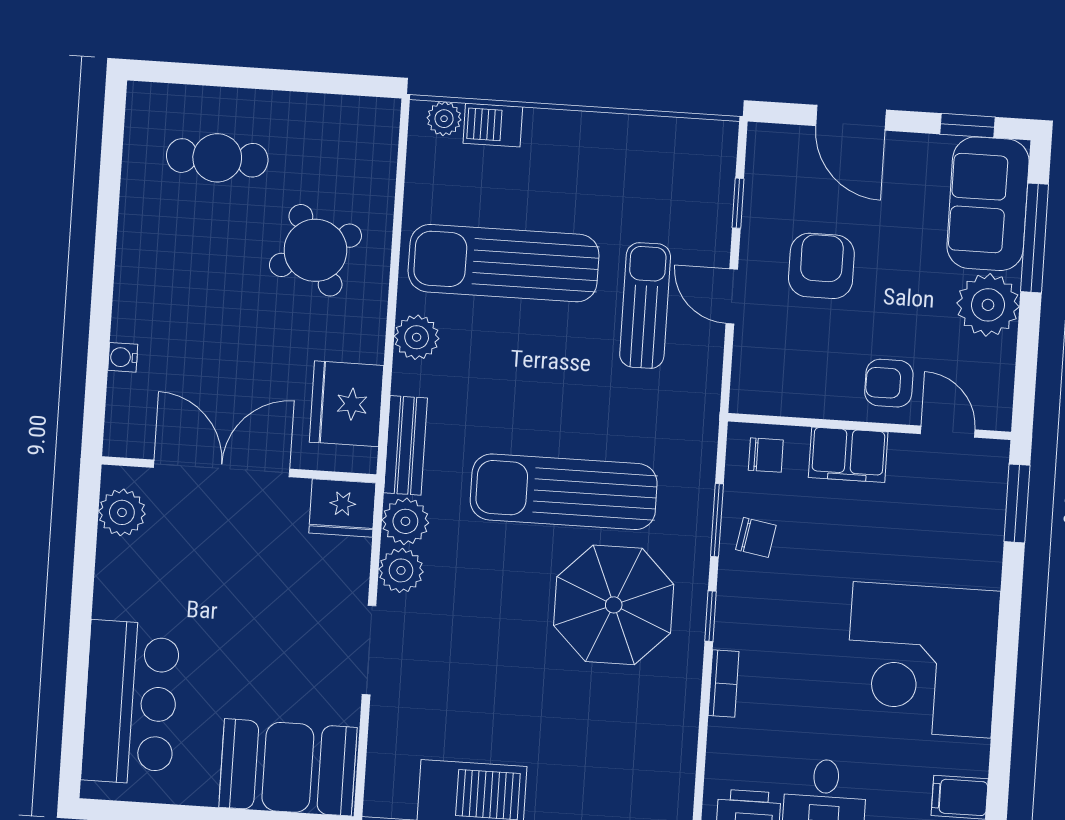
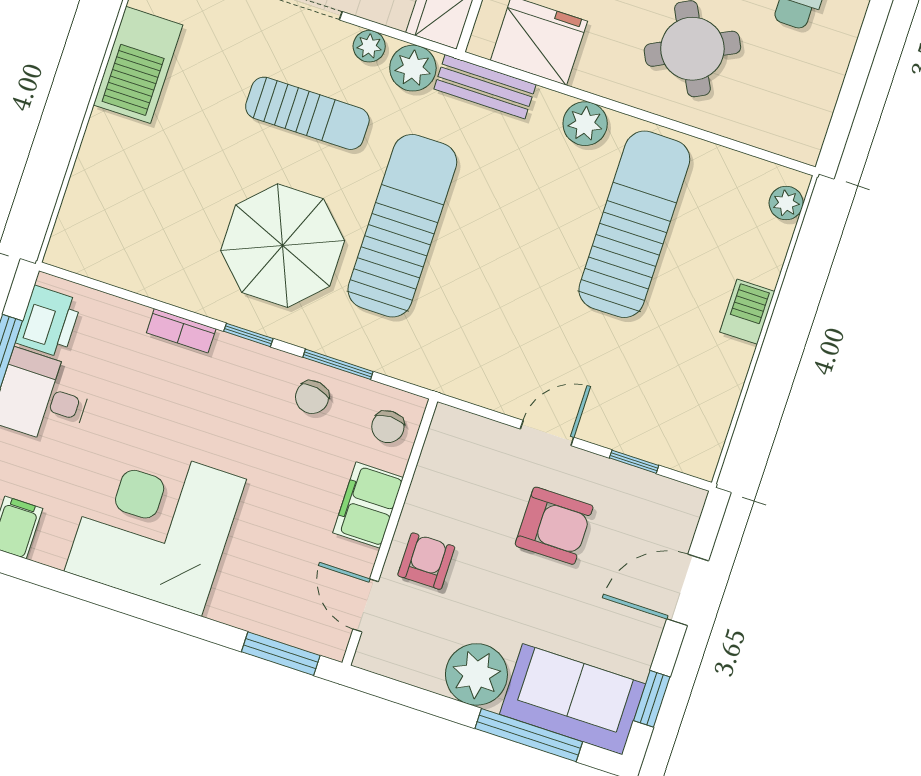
barbecue: (493, 125) -> (747, 312), moved
sun lounger: (645, 305) -> (307, 113), moved
door: (948, 432) -> (366, 605), swing flipped
plant: (401, 570) -> (369, 46), width x0.73, depth x0.73

